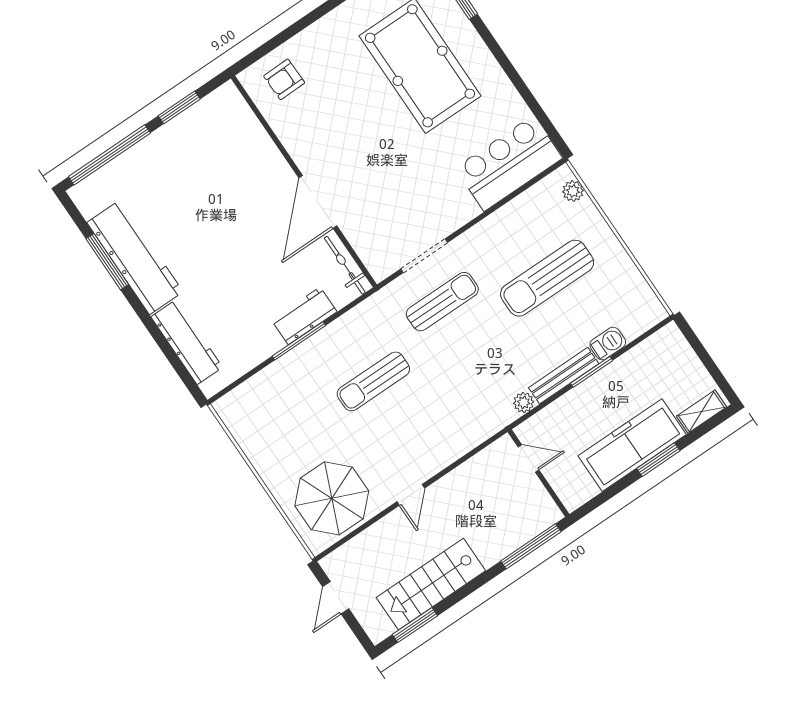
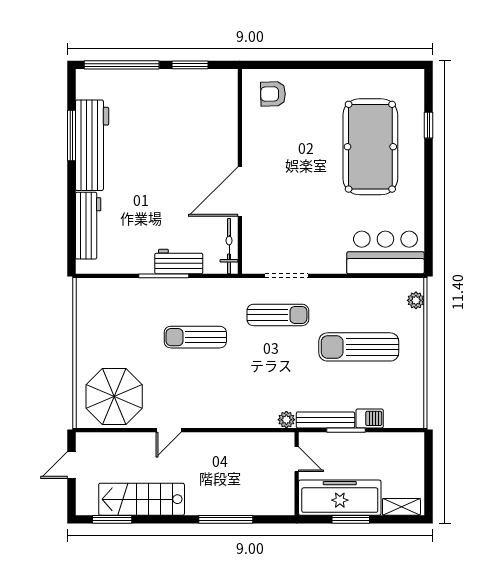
door: (528, 458) -> (297, 459), moved
wall: (538, 473) -> (297, 474), moved

